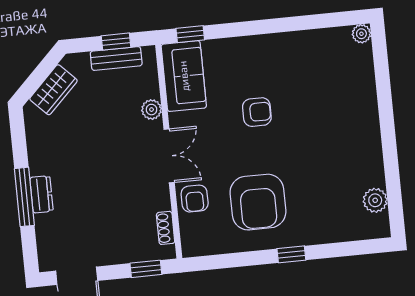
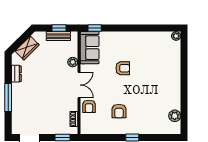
dresser: (41, 194) -> (16, 74), moved
armchair: (258, 202) -> (119, 111), width x0.53, depth x0.53

